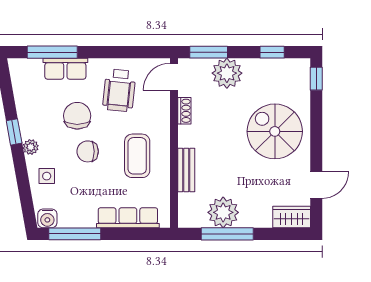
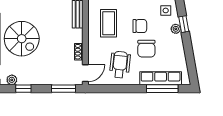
row of seats: (65, 69) -> (161, 78), width x1.48
plant: (227, 73) -> (12, 80), moved, width x0.53, depth x0.53
window: (14, 132) -> (184, 24), moved

